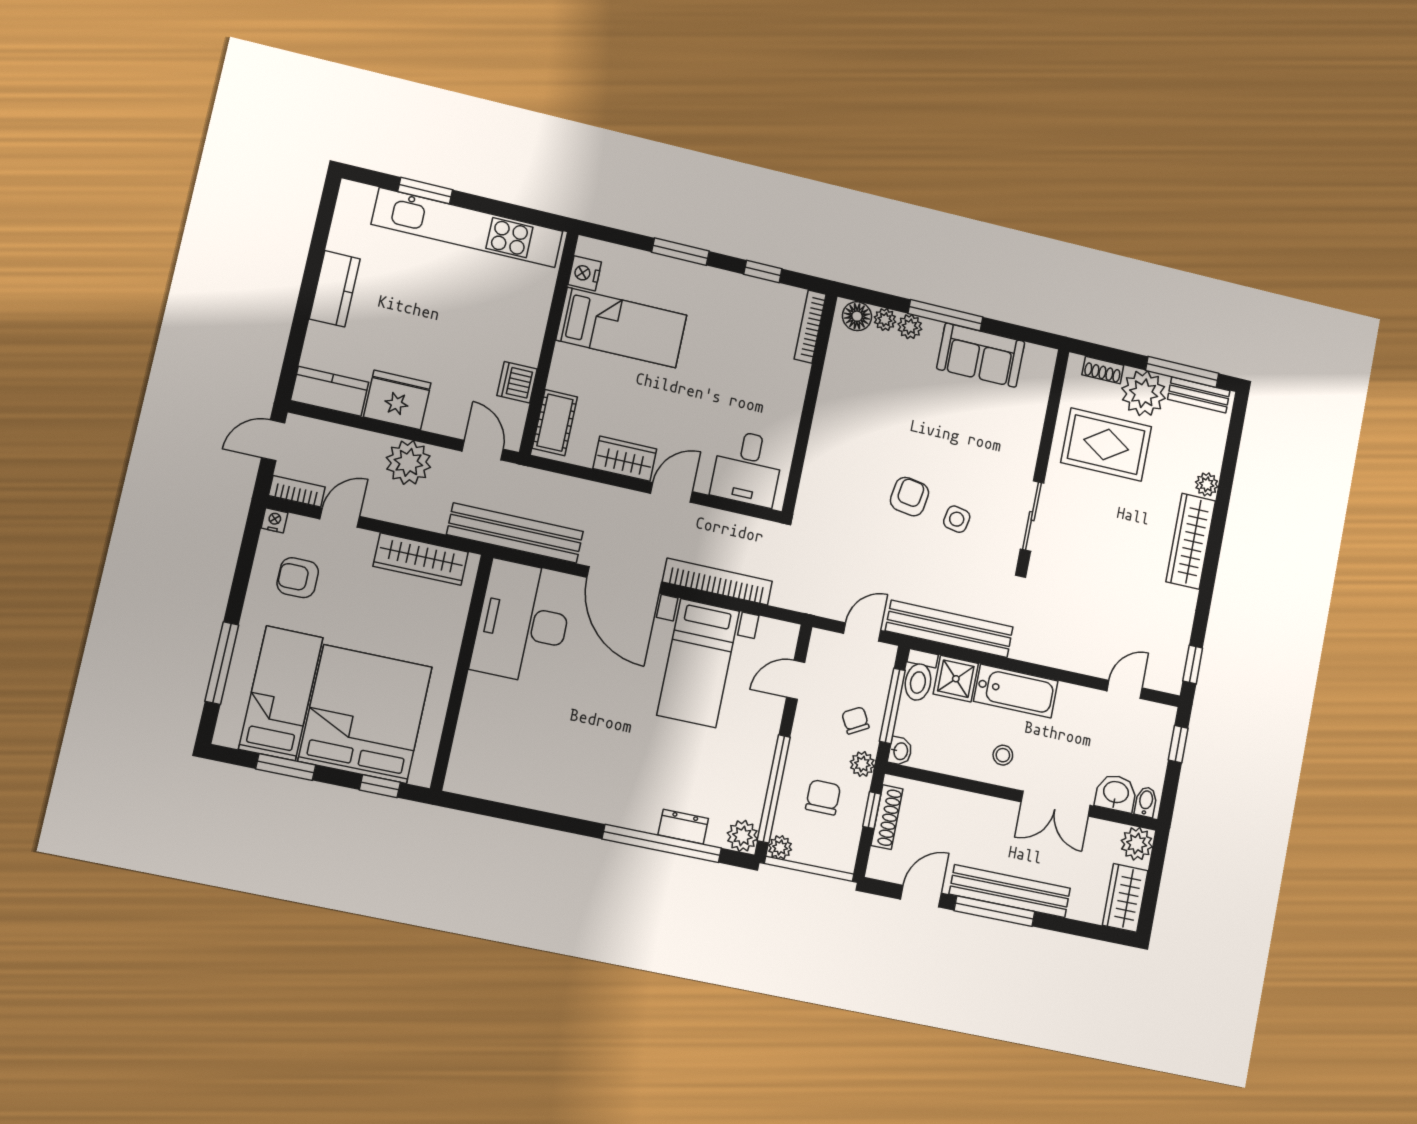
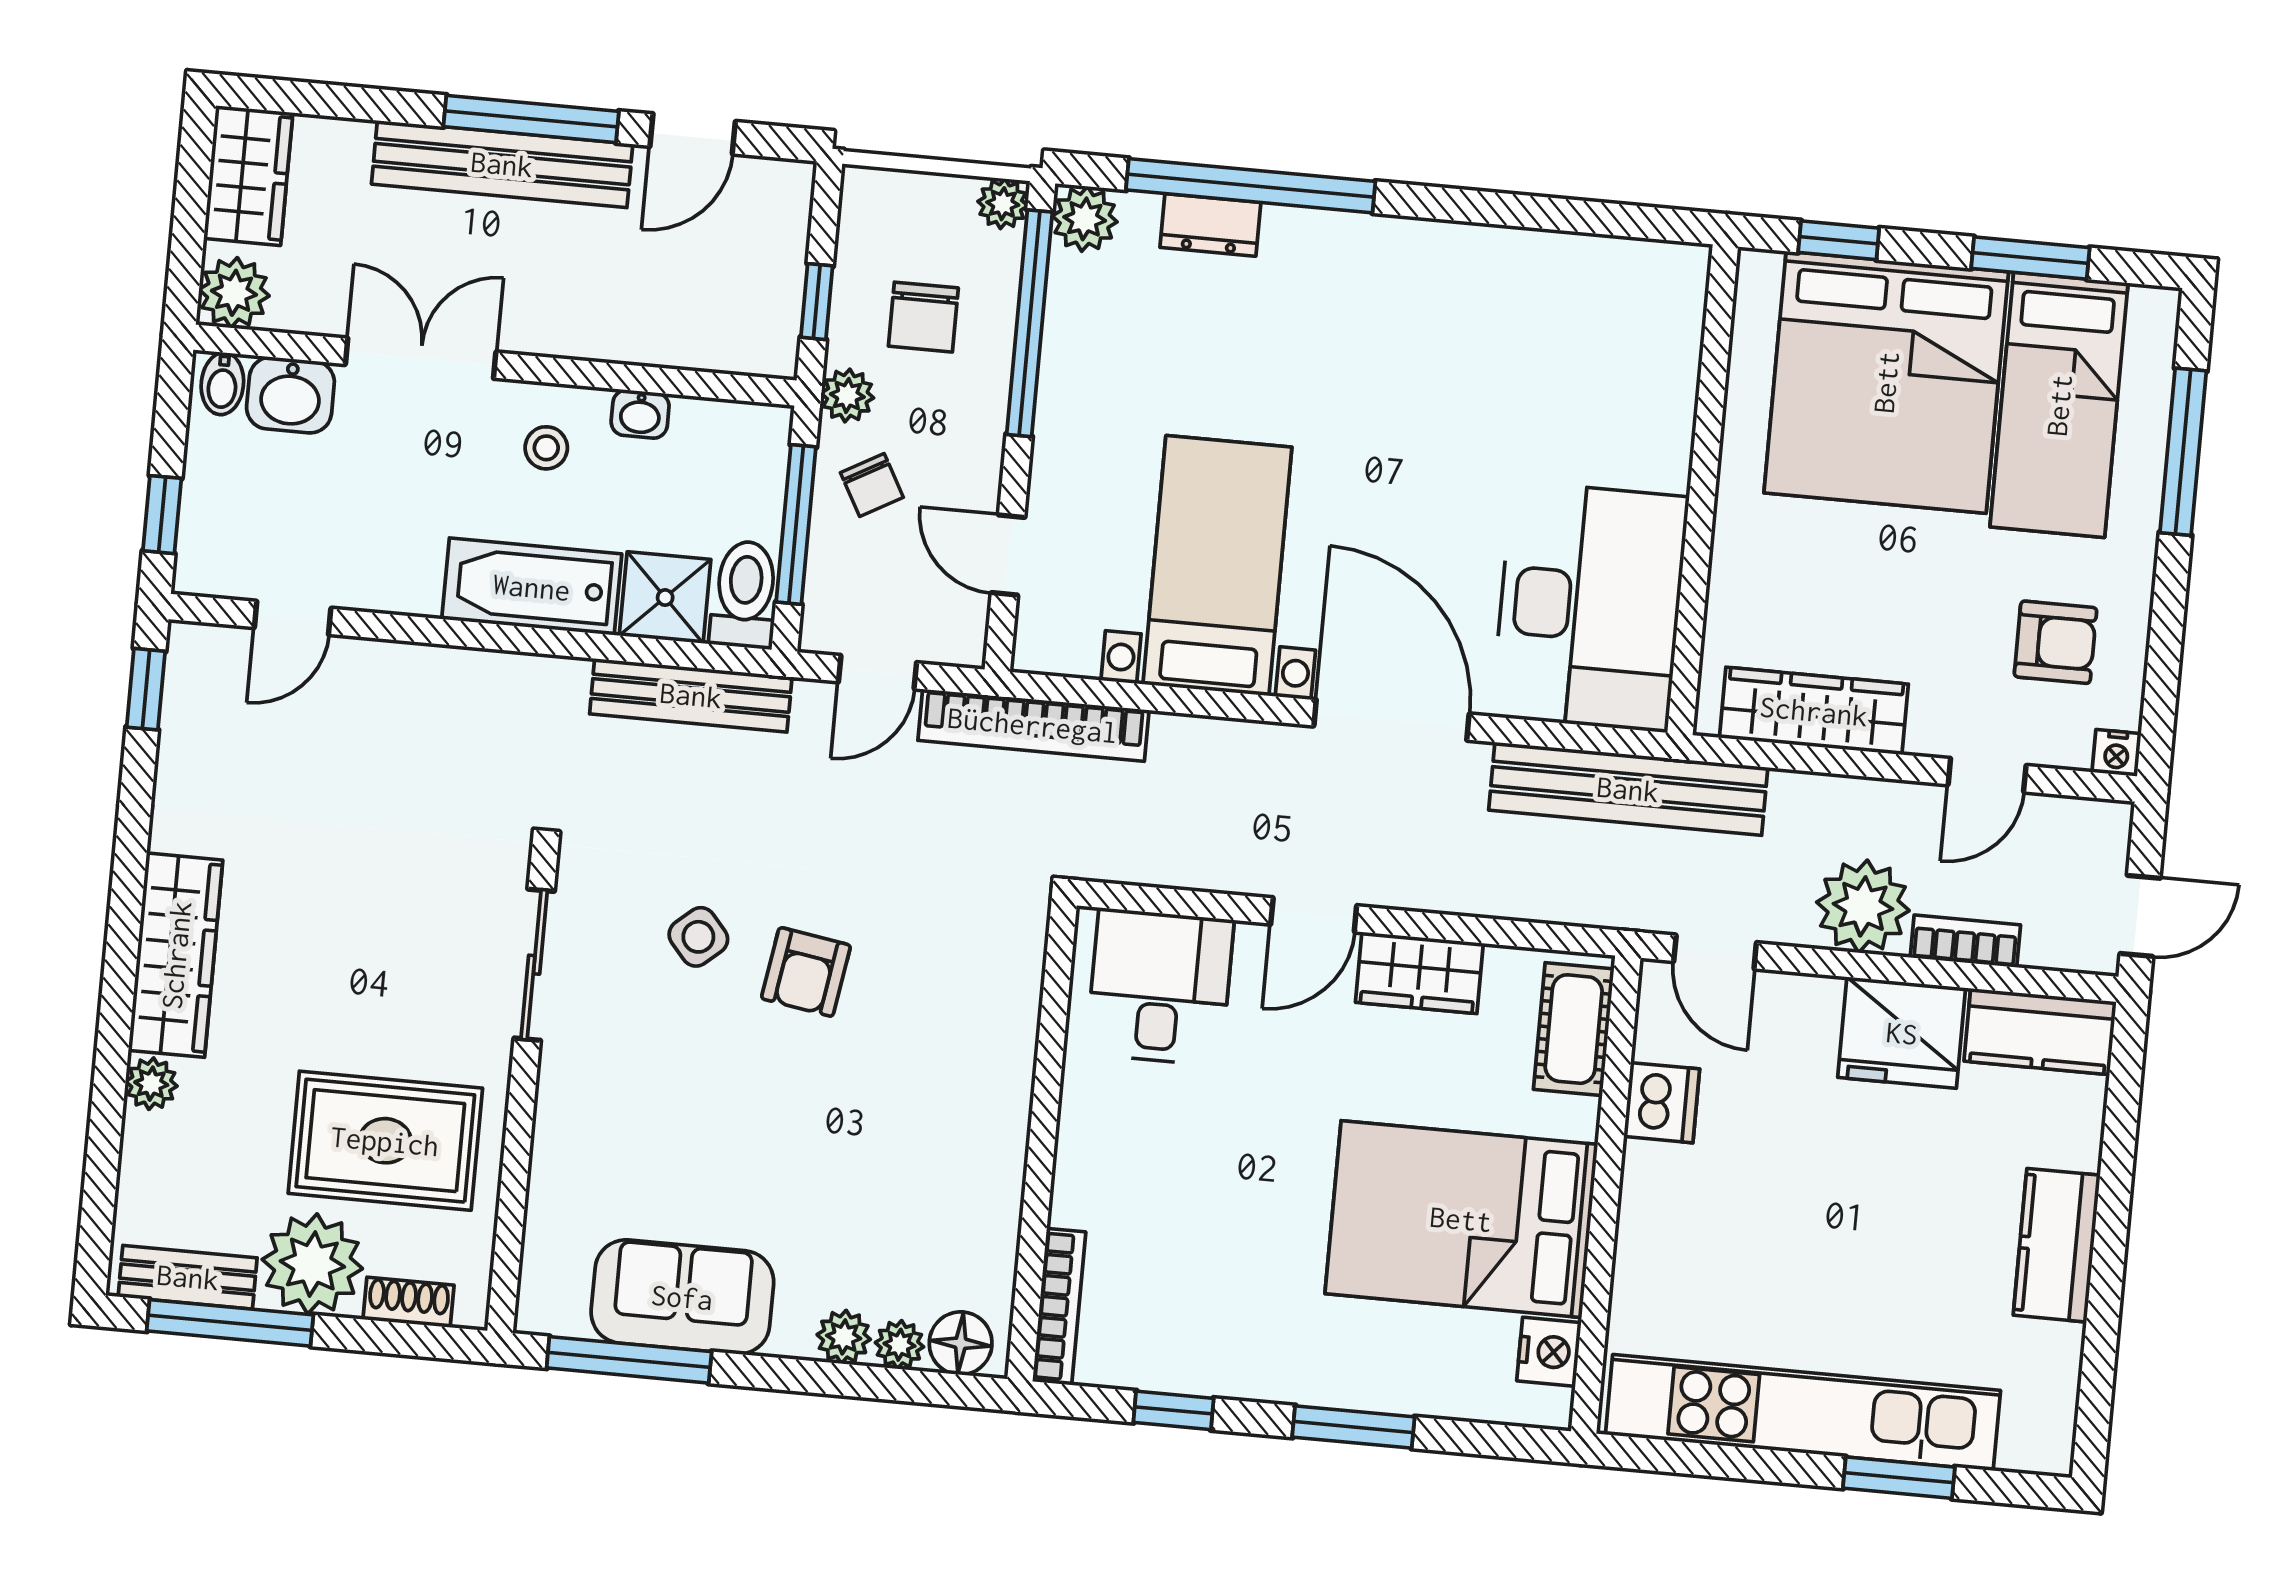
window: (945, 315) -> (629, 1360), moved
bed: (621, 328) -> (1461, 1219), width x1.50
bookcase: (297, 491) -> (1965, 941), moved, turned 180
side table: (957, 519) -> (698, 937), turned 38
bookcase: (717, 582) -> (1033, 725), moved
bench: (949, 629) -> (691, 695), width x0.73, depth x0.82
door: (796, 680) -> (1008, 555), swing flipped
washbasin: (900, 751) -> (640, 414), moved, turned -90
shoe rack: (887, 817) -> (783, 290), removed

